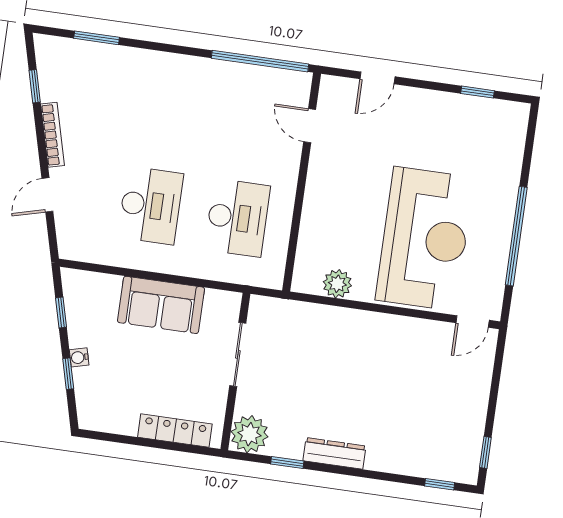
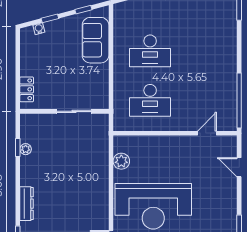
sofa: (161, 305) -> (96, 40), moved
water cooler: (79, 357) -> (39, 29), moved
locker: (175, 431) -> (27, 89), width x0.66
plant: (249, 434) -> (26, 149), moved, width x0.53, depth x0.53
dresser: (334, 453) -> (27, 204), moved

